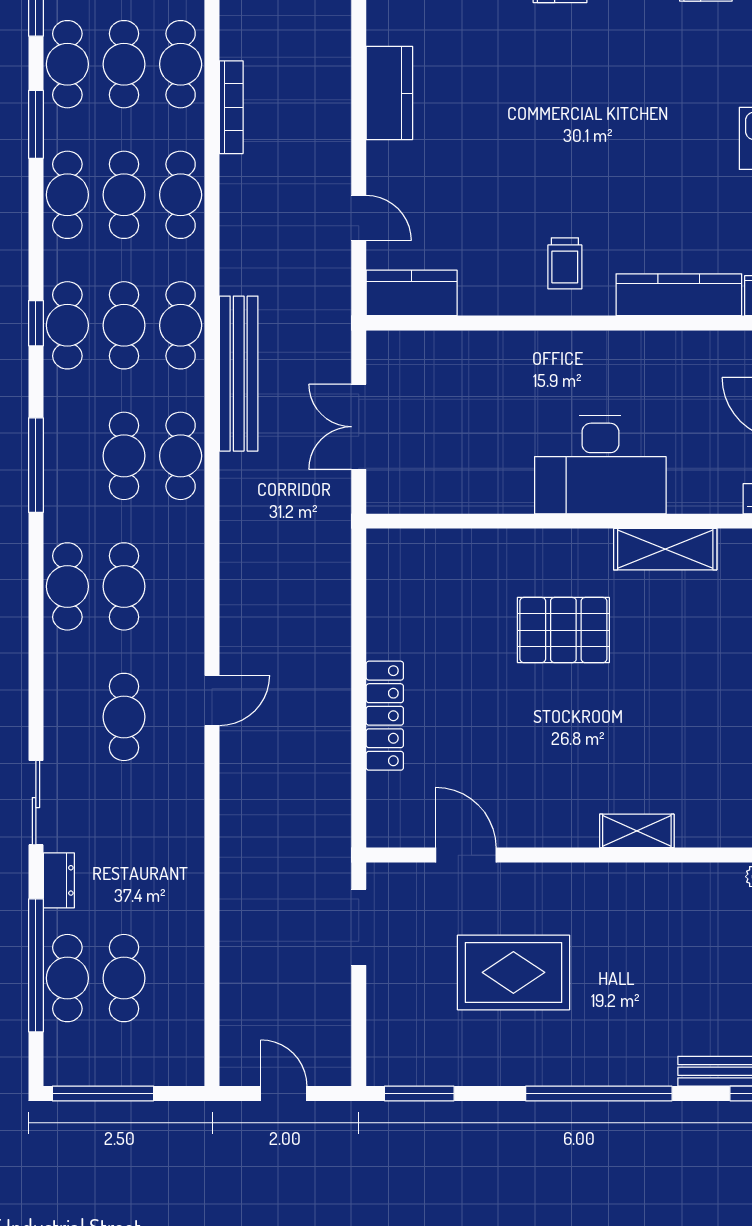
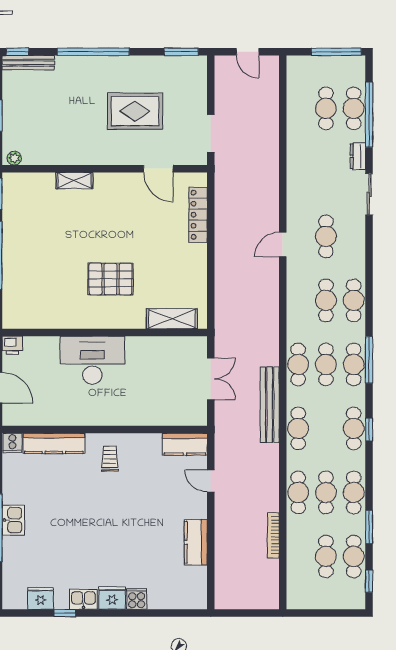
cafe table: (181, 64) -> (298, 556), removed
cafe table: (124, 325) -> (354, 364), moved
shelving: (665, 549) -> (172, 319), moved
locker: (385, 716) -> (198, 215), moved

